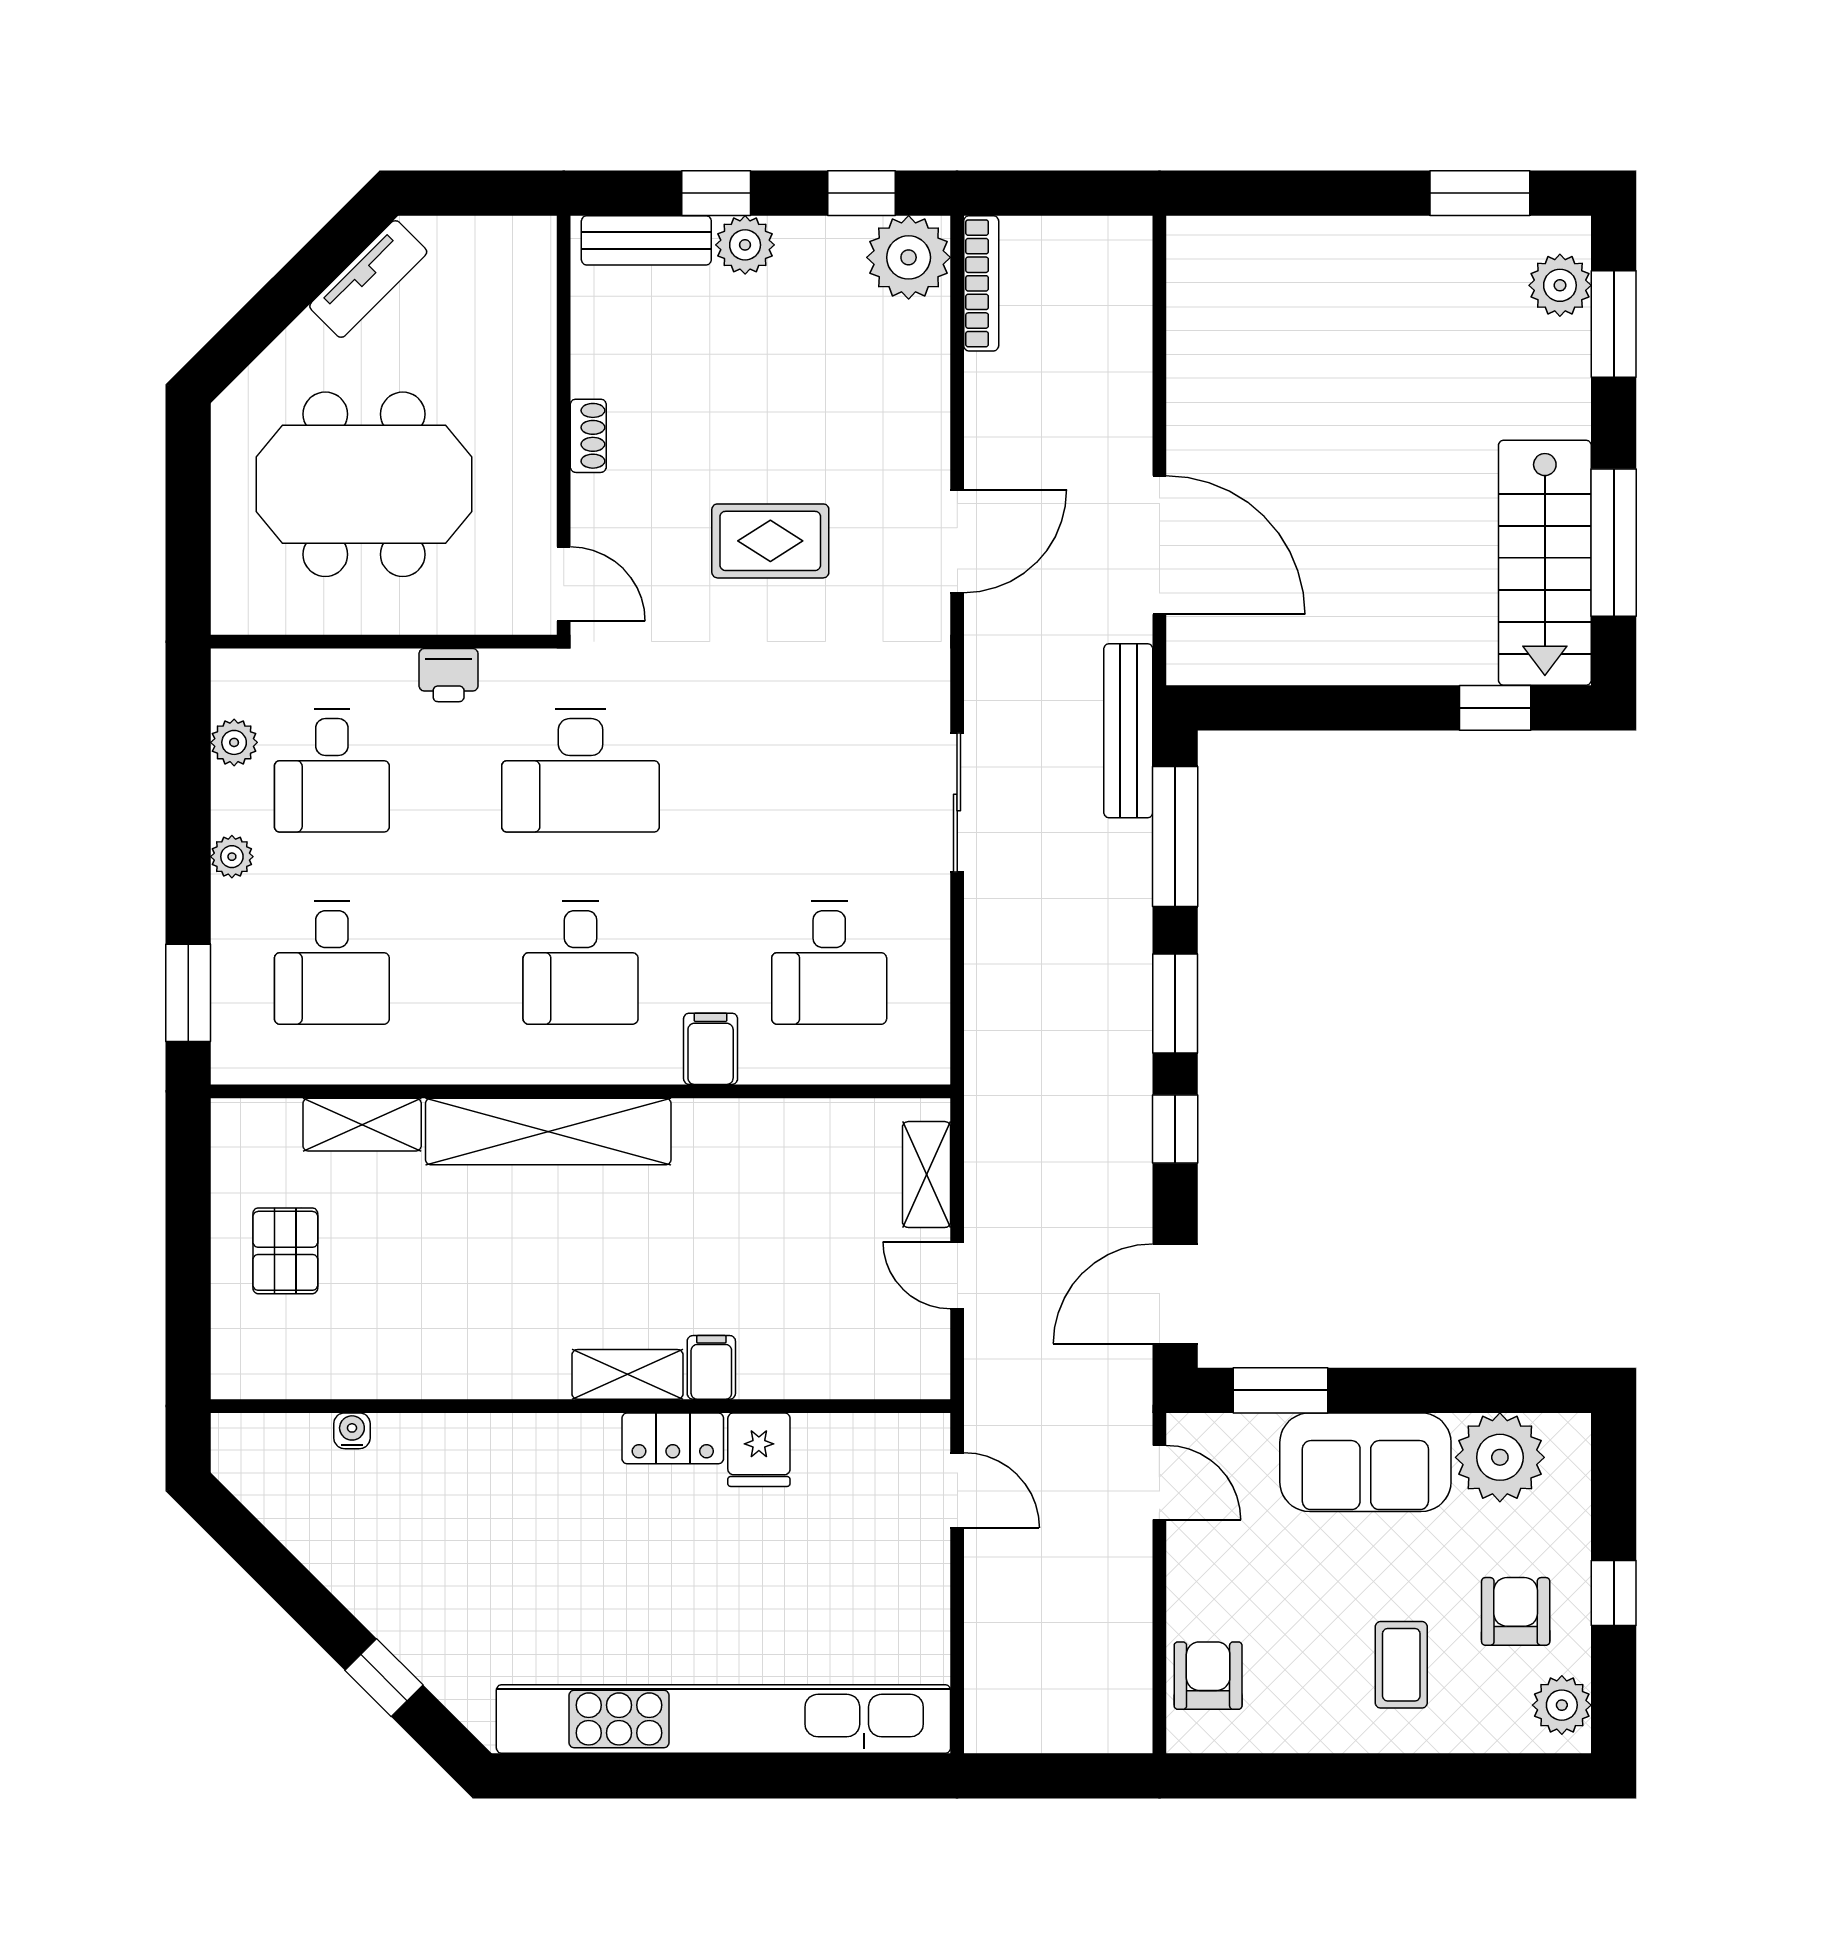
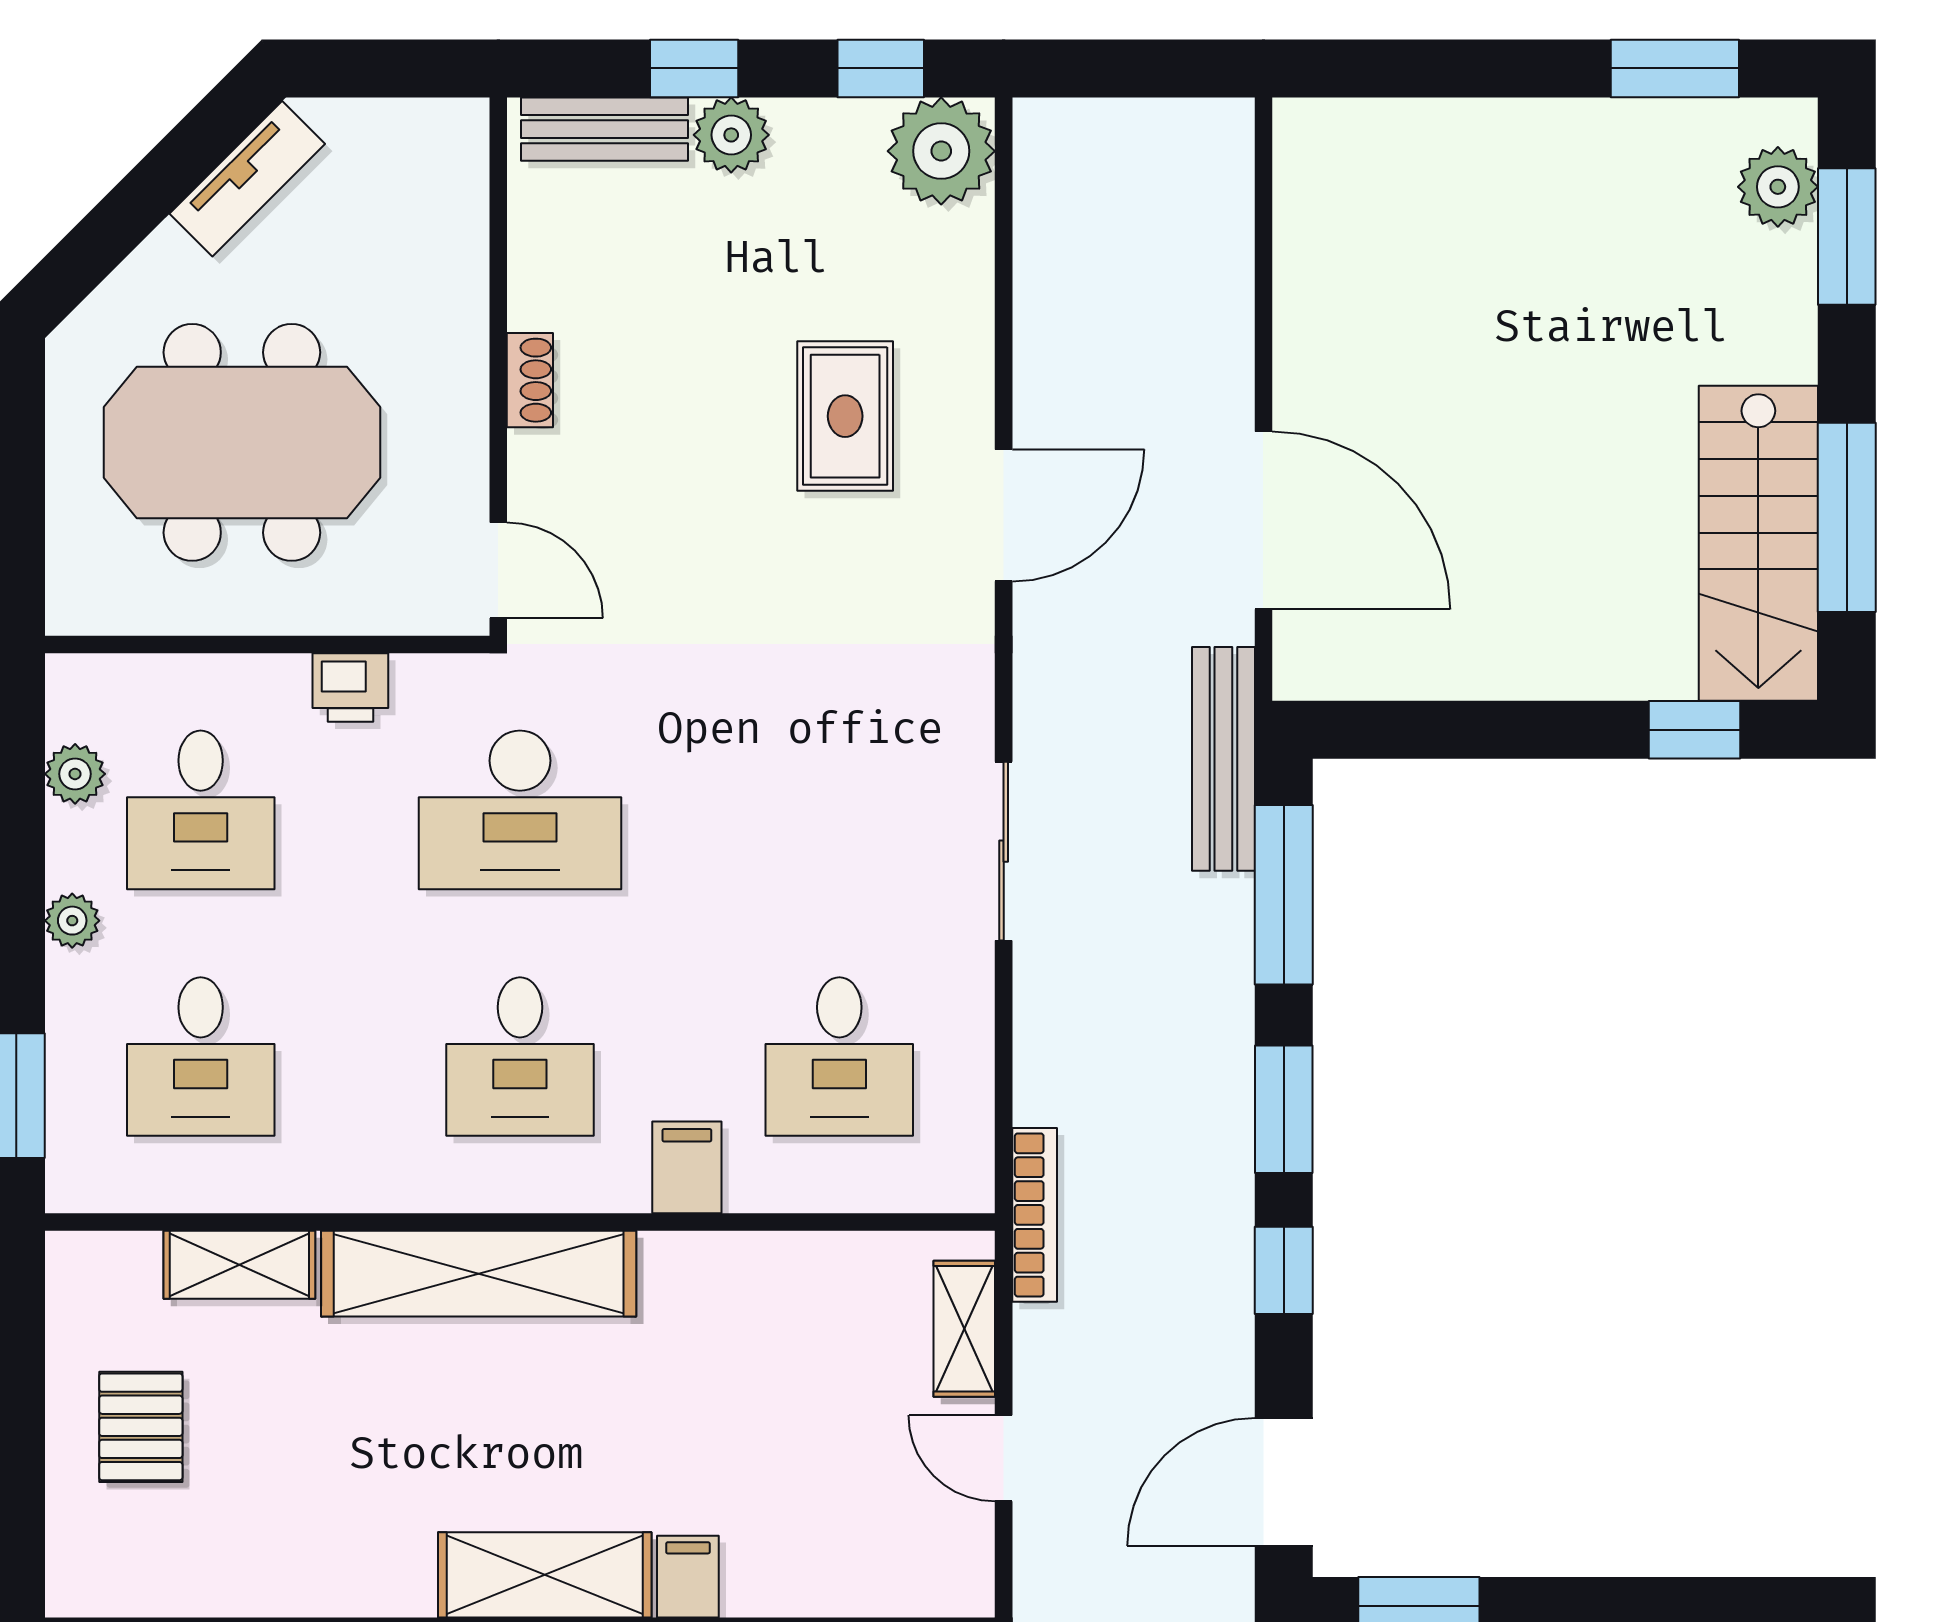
bookcase: (981, 283) -> (1035, 1215), moved
rug: (770, 541) -> (845, 416), moved, turned 90
shelving: (628, 1374) -> (545, 1575), width x1.50, depth x1.33

